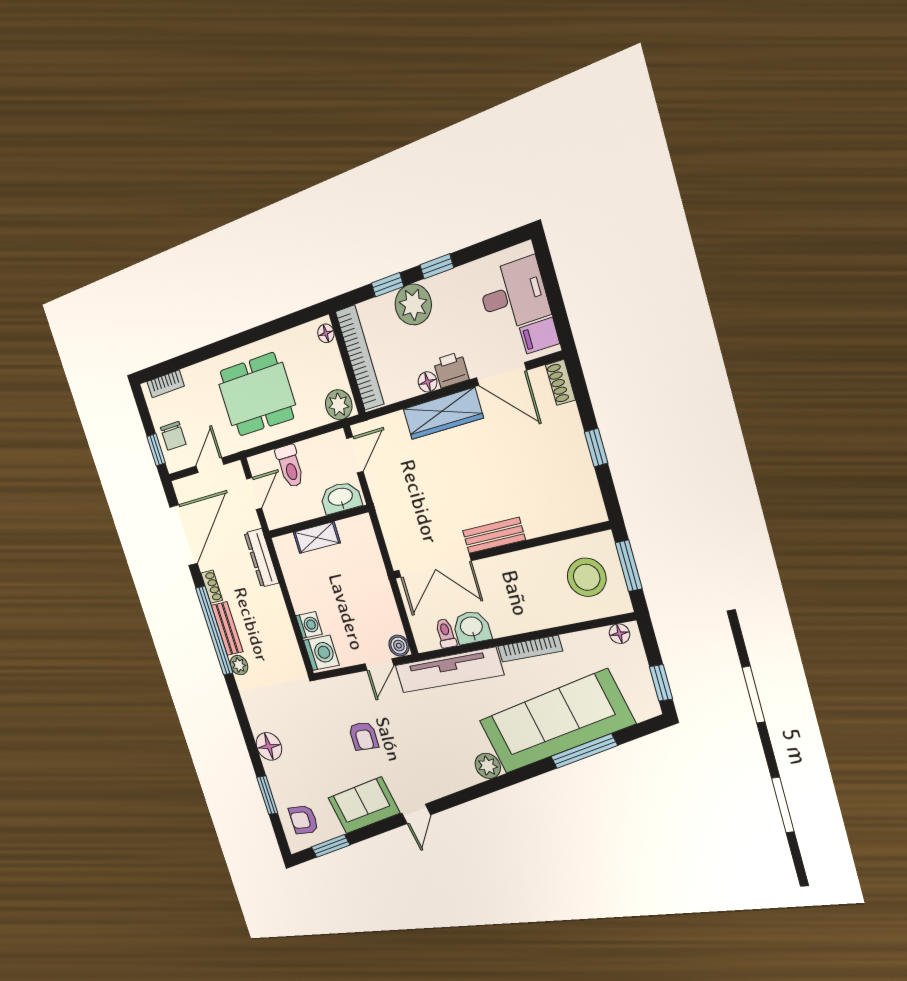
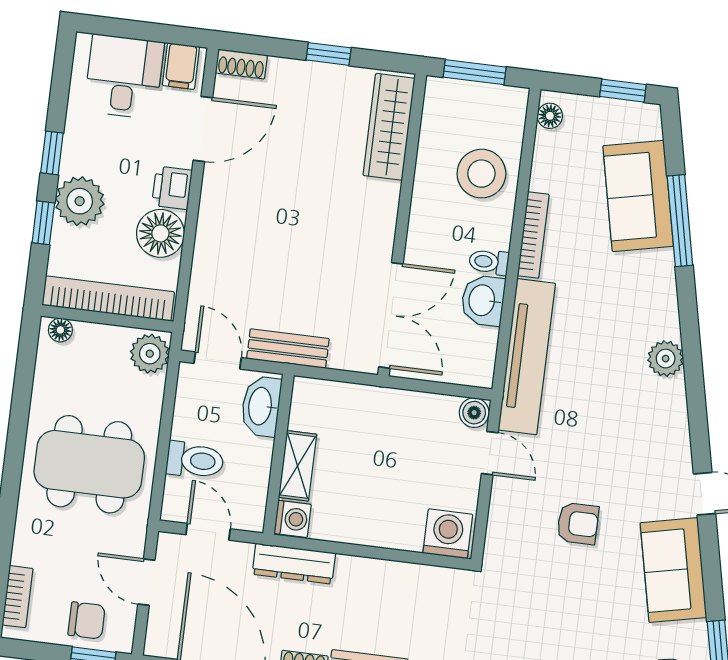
floor lamp: (428, 382) -> (160, 233), width x1.89, depth x1.89
dining table: (257, 395) -> (89, 464), turned 90
wardrobe: (443, 414) -> (389, 127), moved, turned 180
bench: (494, 535) -> (288, 349), moved, turned 90
stool: (587, 577) -> (481, 174), moved
washing machine: (309, 625) -> (293, 519), moved, turned 90
toilet: (446, 633) -> (489, 262), moved
sofa: (555, 722) -> (638, 196), width x0.54, depth x0.79

